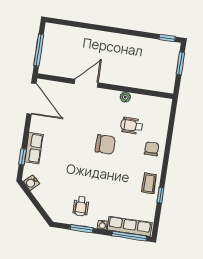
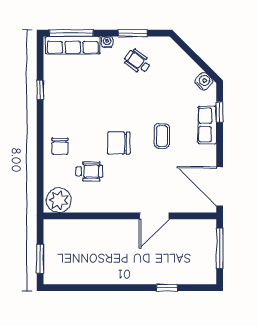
window: (167, 38) -> (167, 288), moved
plant: (125, 97) -> (59, 200), moved, width x1.87, depth x1.87
coffee table: (149, 183) -> (162, 136), moved
wheelchair: (81, 206) -> (137, 61), turned -54

